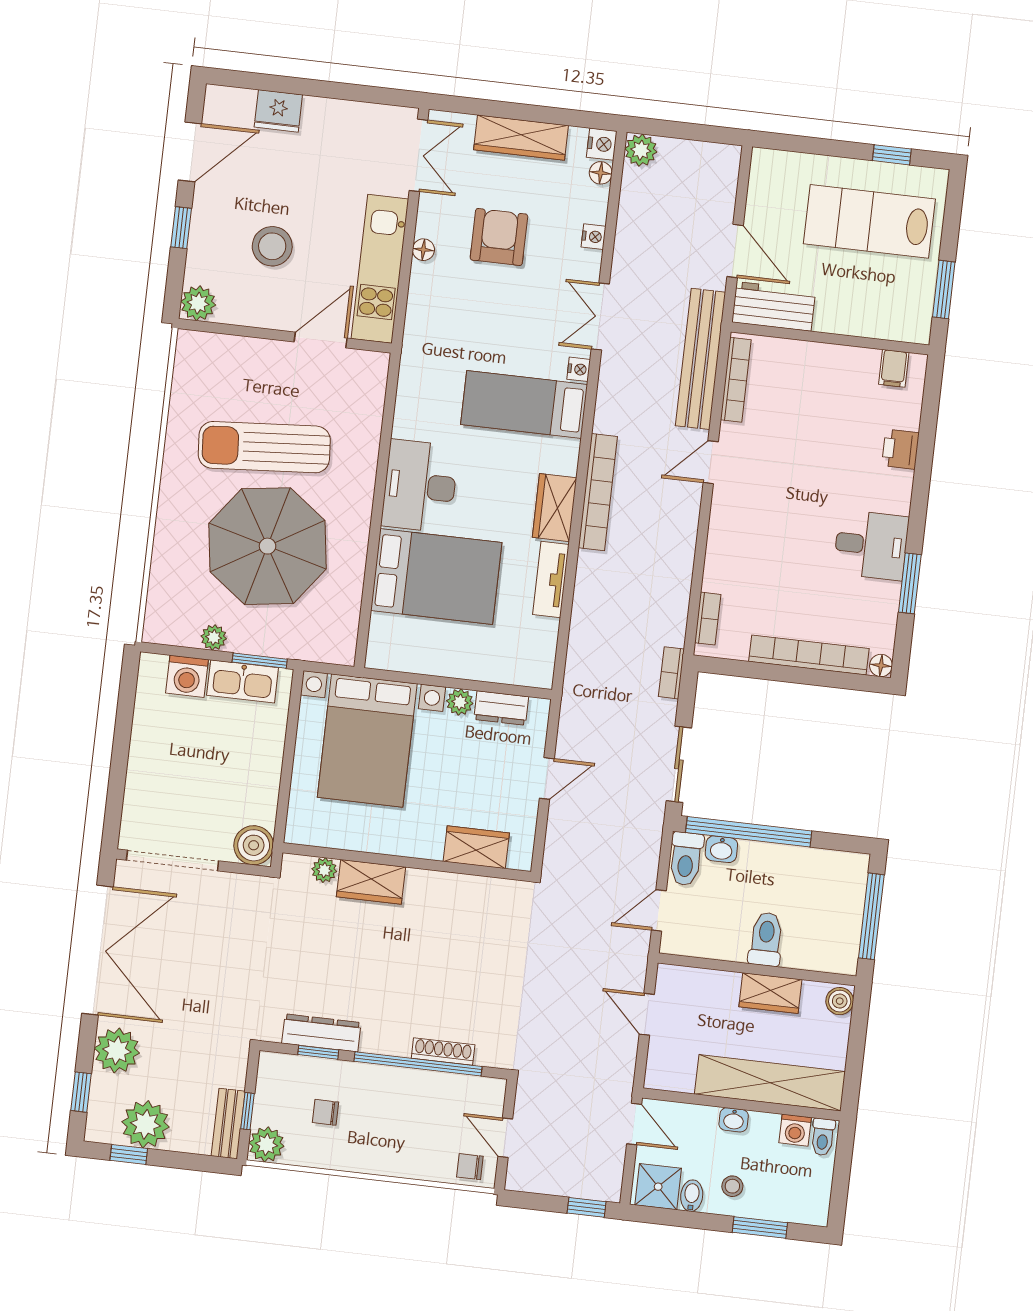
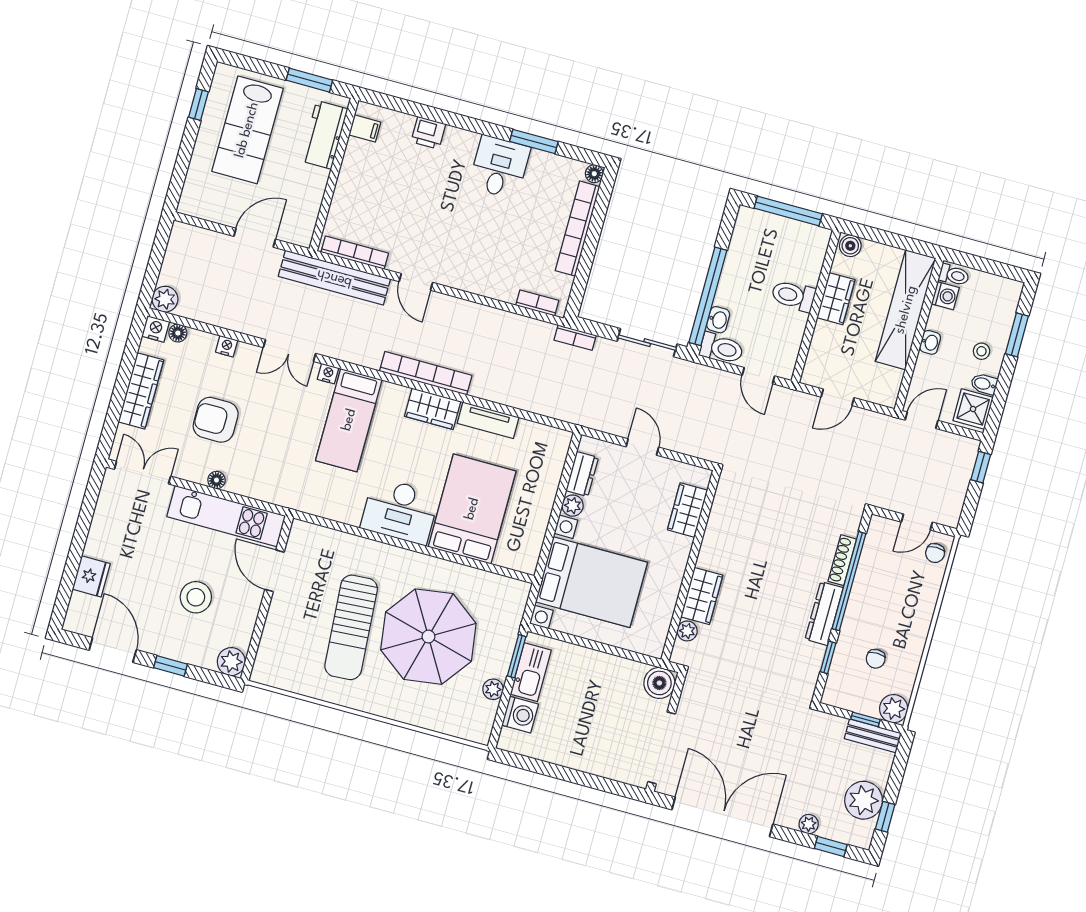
workbench: (774, 306) -> (324, 135), moved
dresser: (321, 1033) -> (824, 614), moved
plant: (117, 1051) -> (809, 824), width x0.53, depth x0.53

